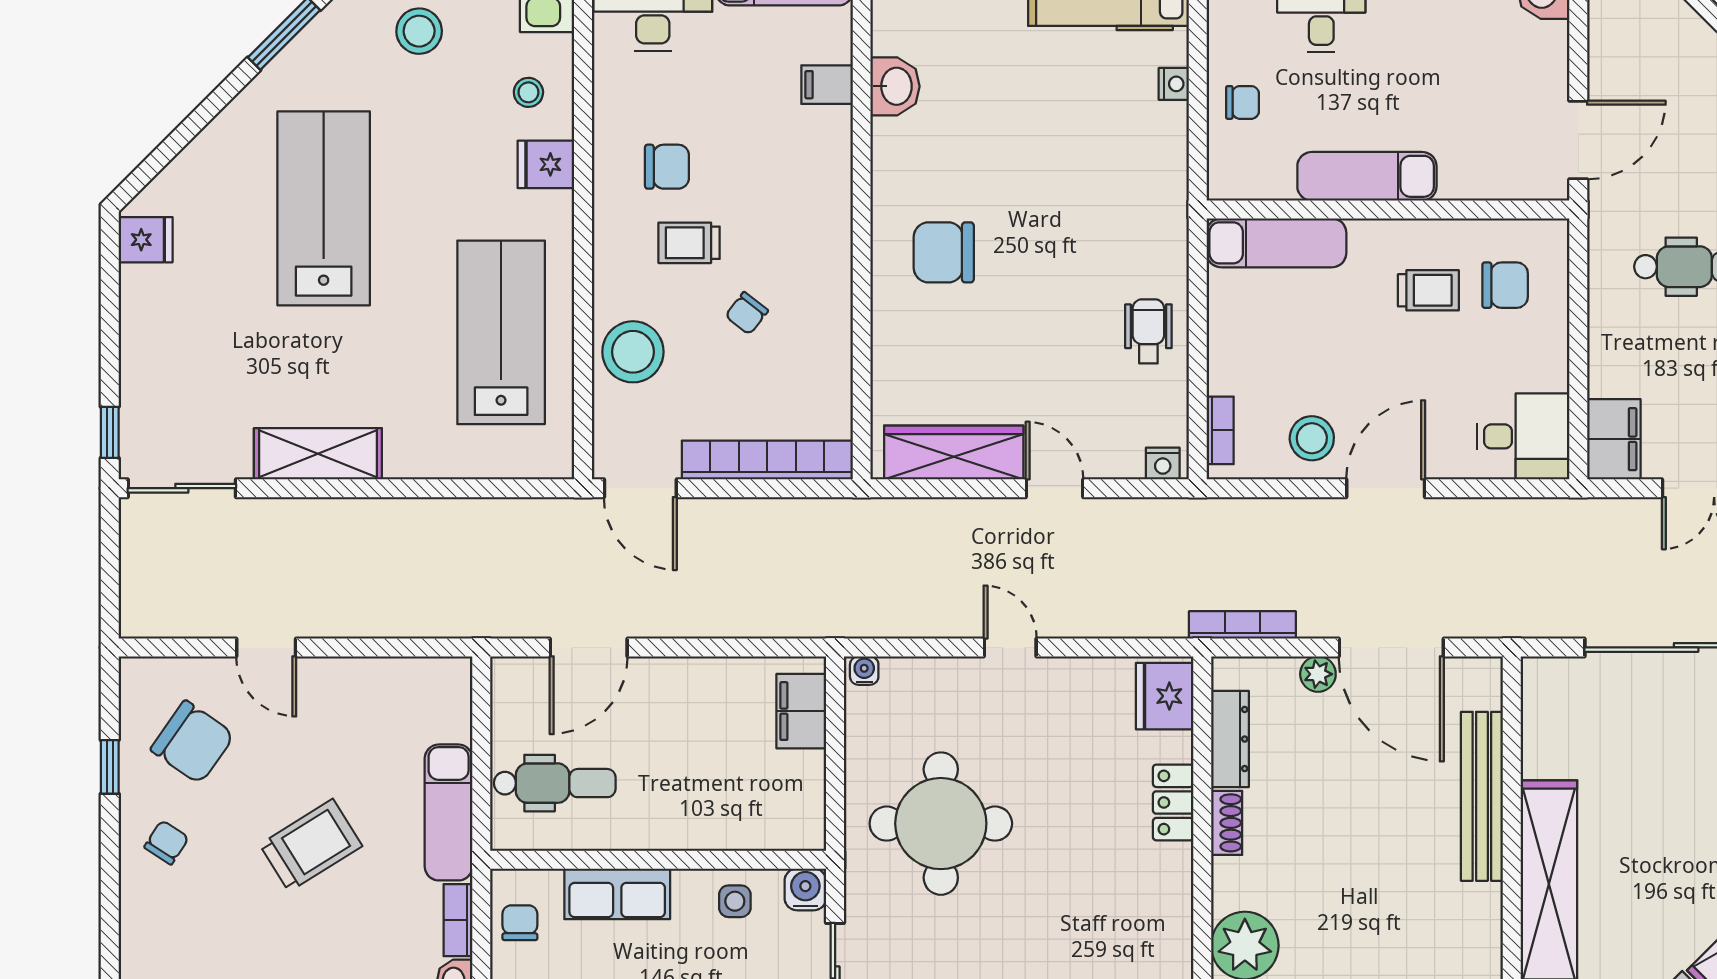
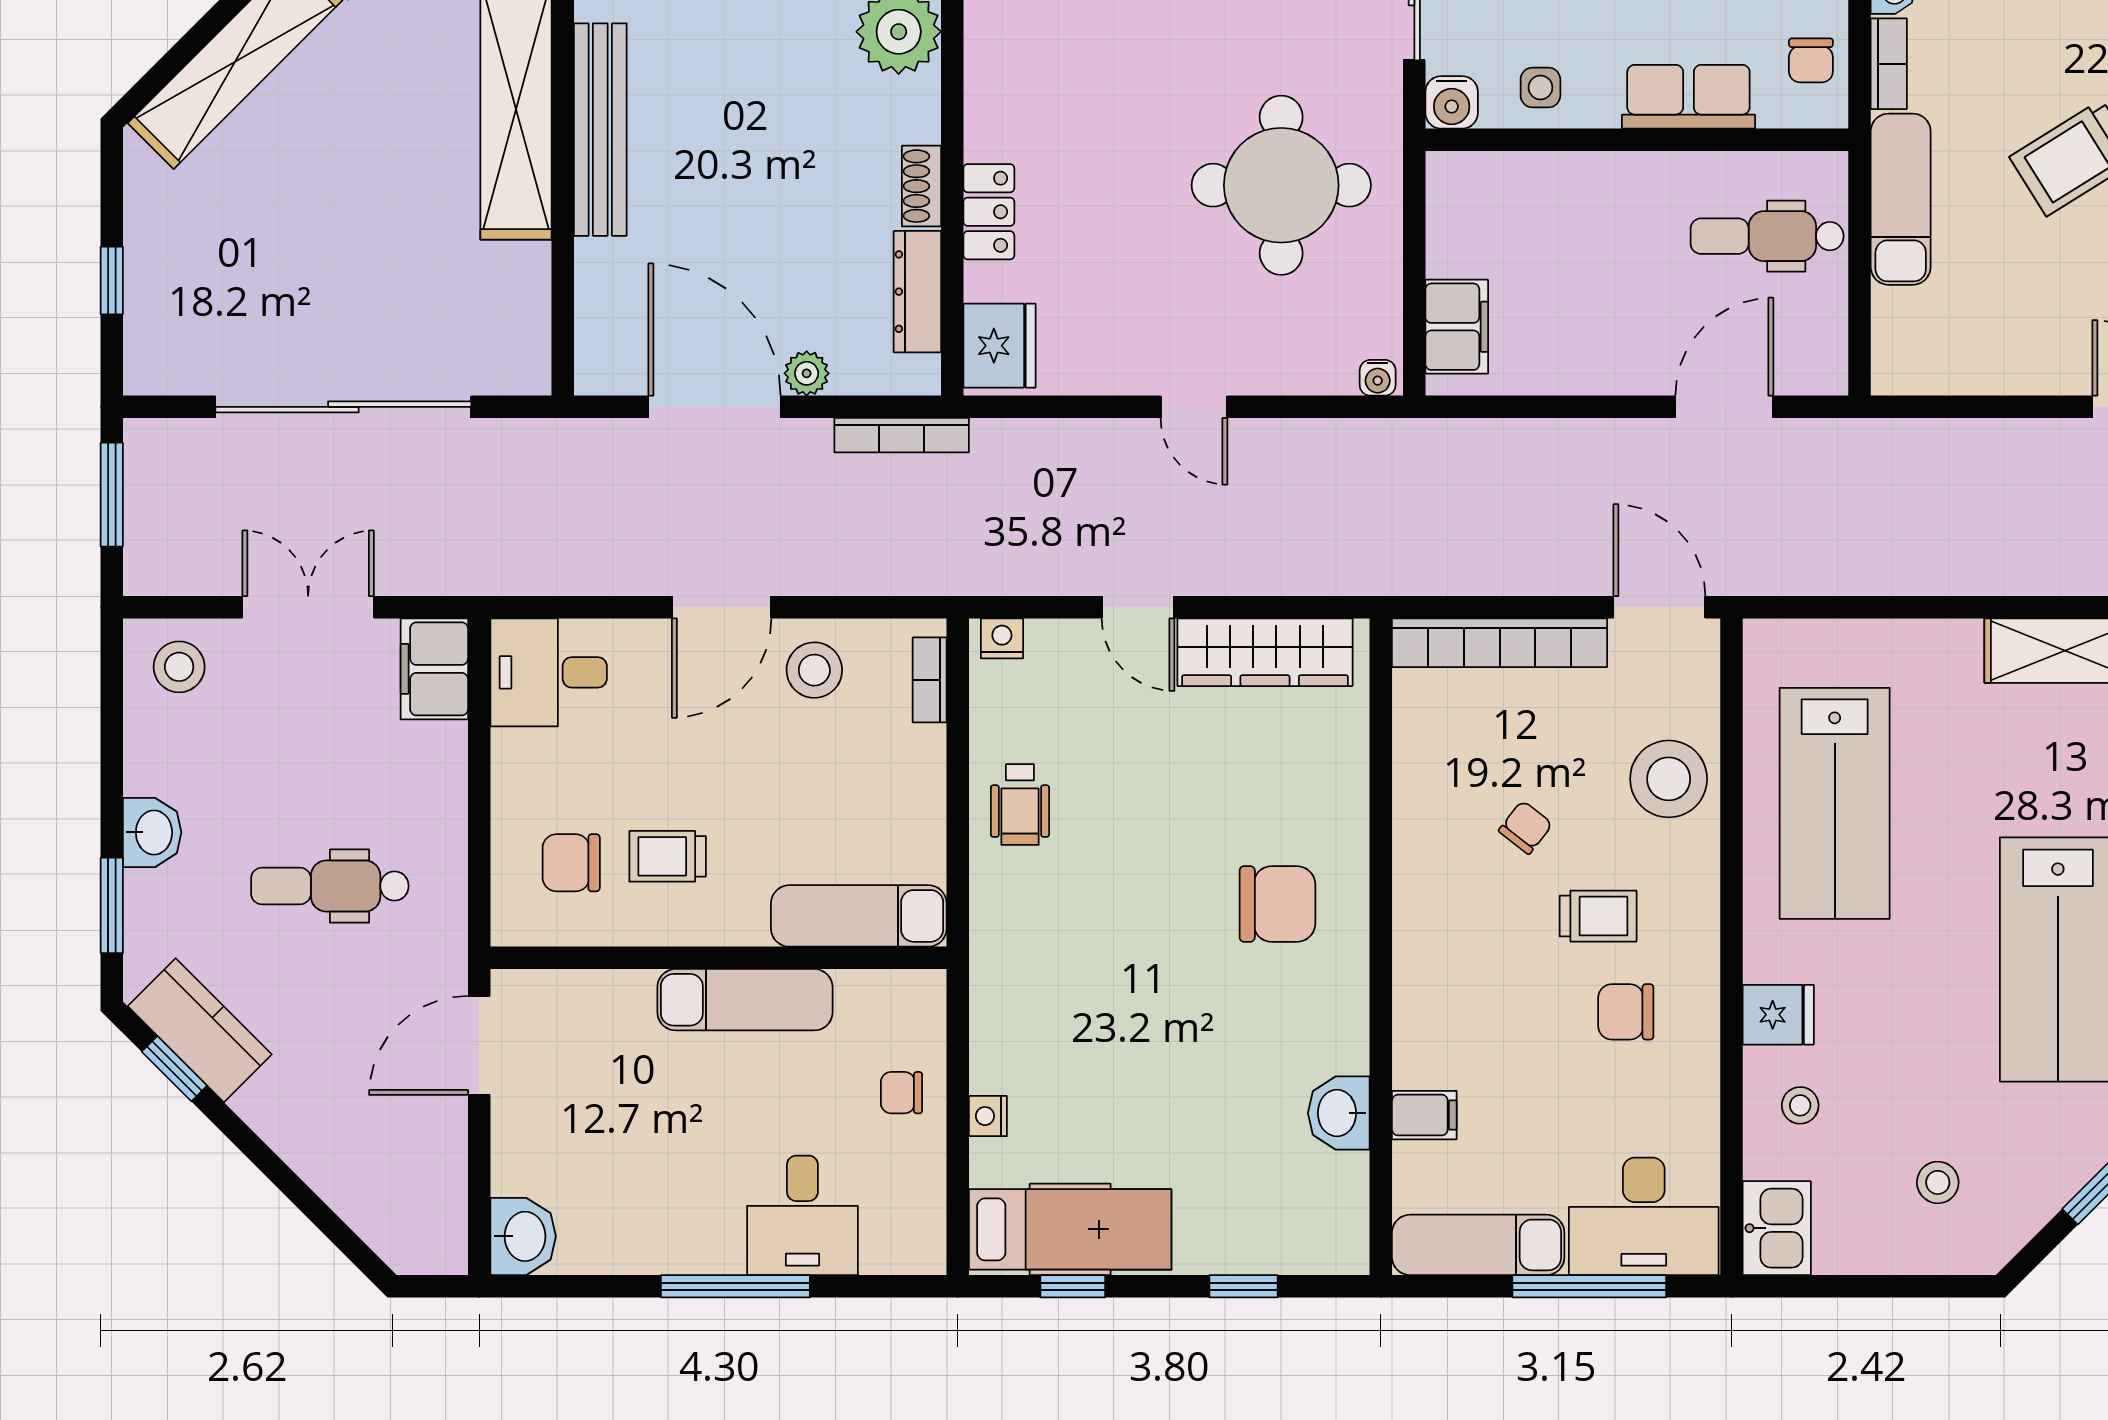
stool: (419, 31) -> (1938, 1182), width x0.73, depth x0.73
bench: (1482, 796) -> (600, 130), moved

